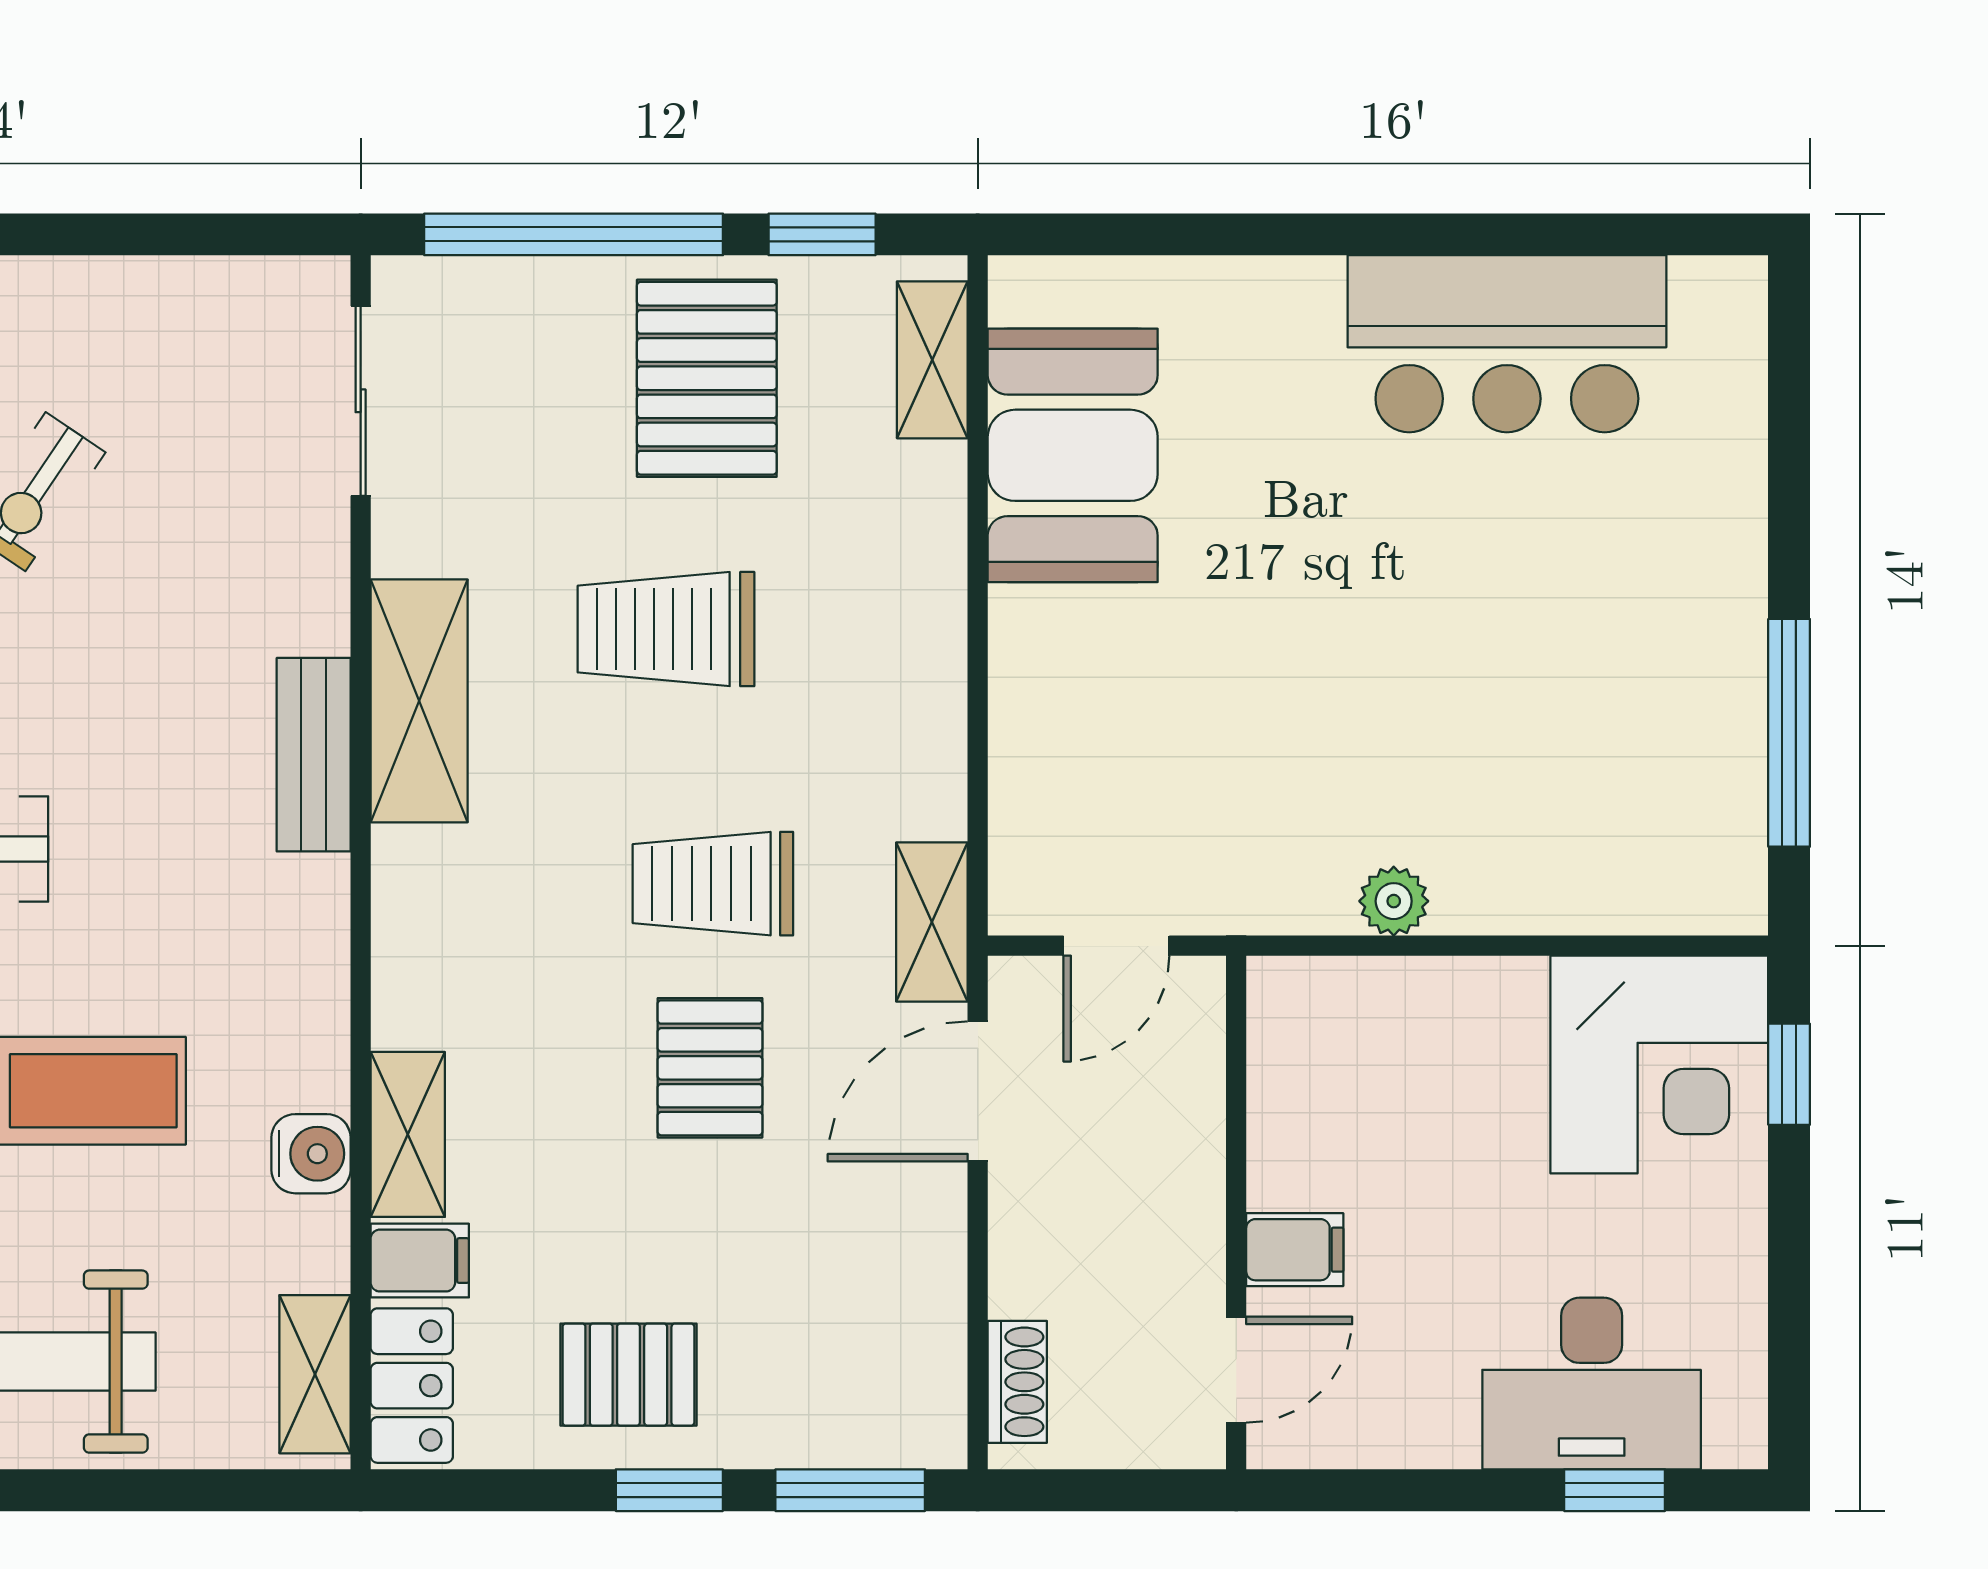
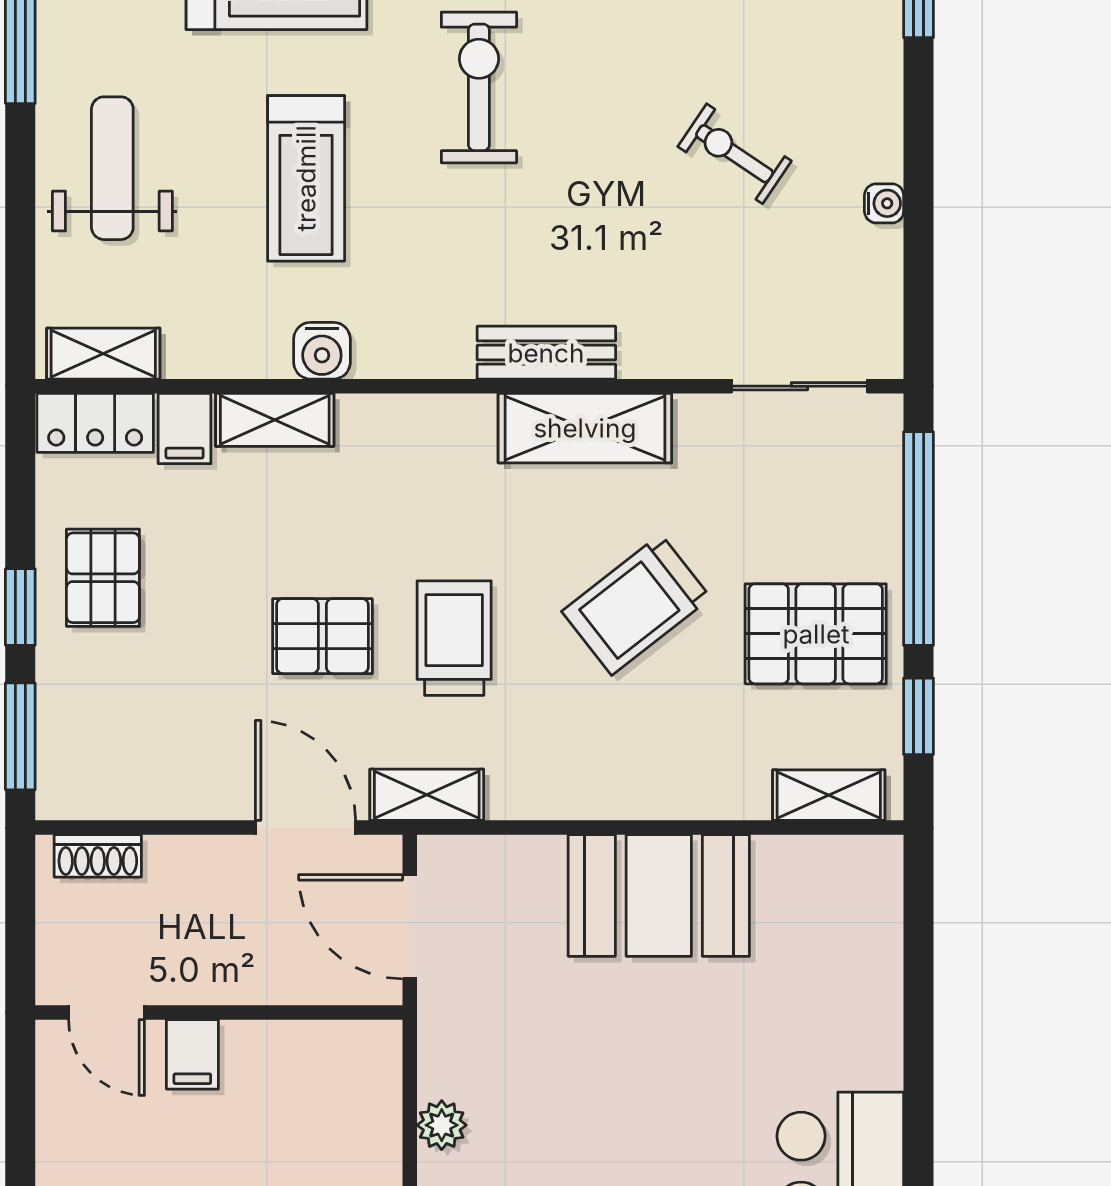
water cooler: (105, 283) -> (884, 203), added
booth: (1073, 455) -> (659, 896), moved
trolley: (666, 629) -> (636, 605), turned -128
door: (1116, 946) -> (410, 927), width x1.38
water cooler: (311, 1154) -> (322, 351), moved

